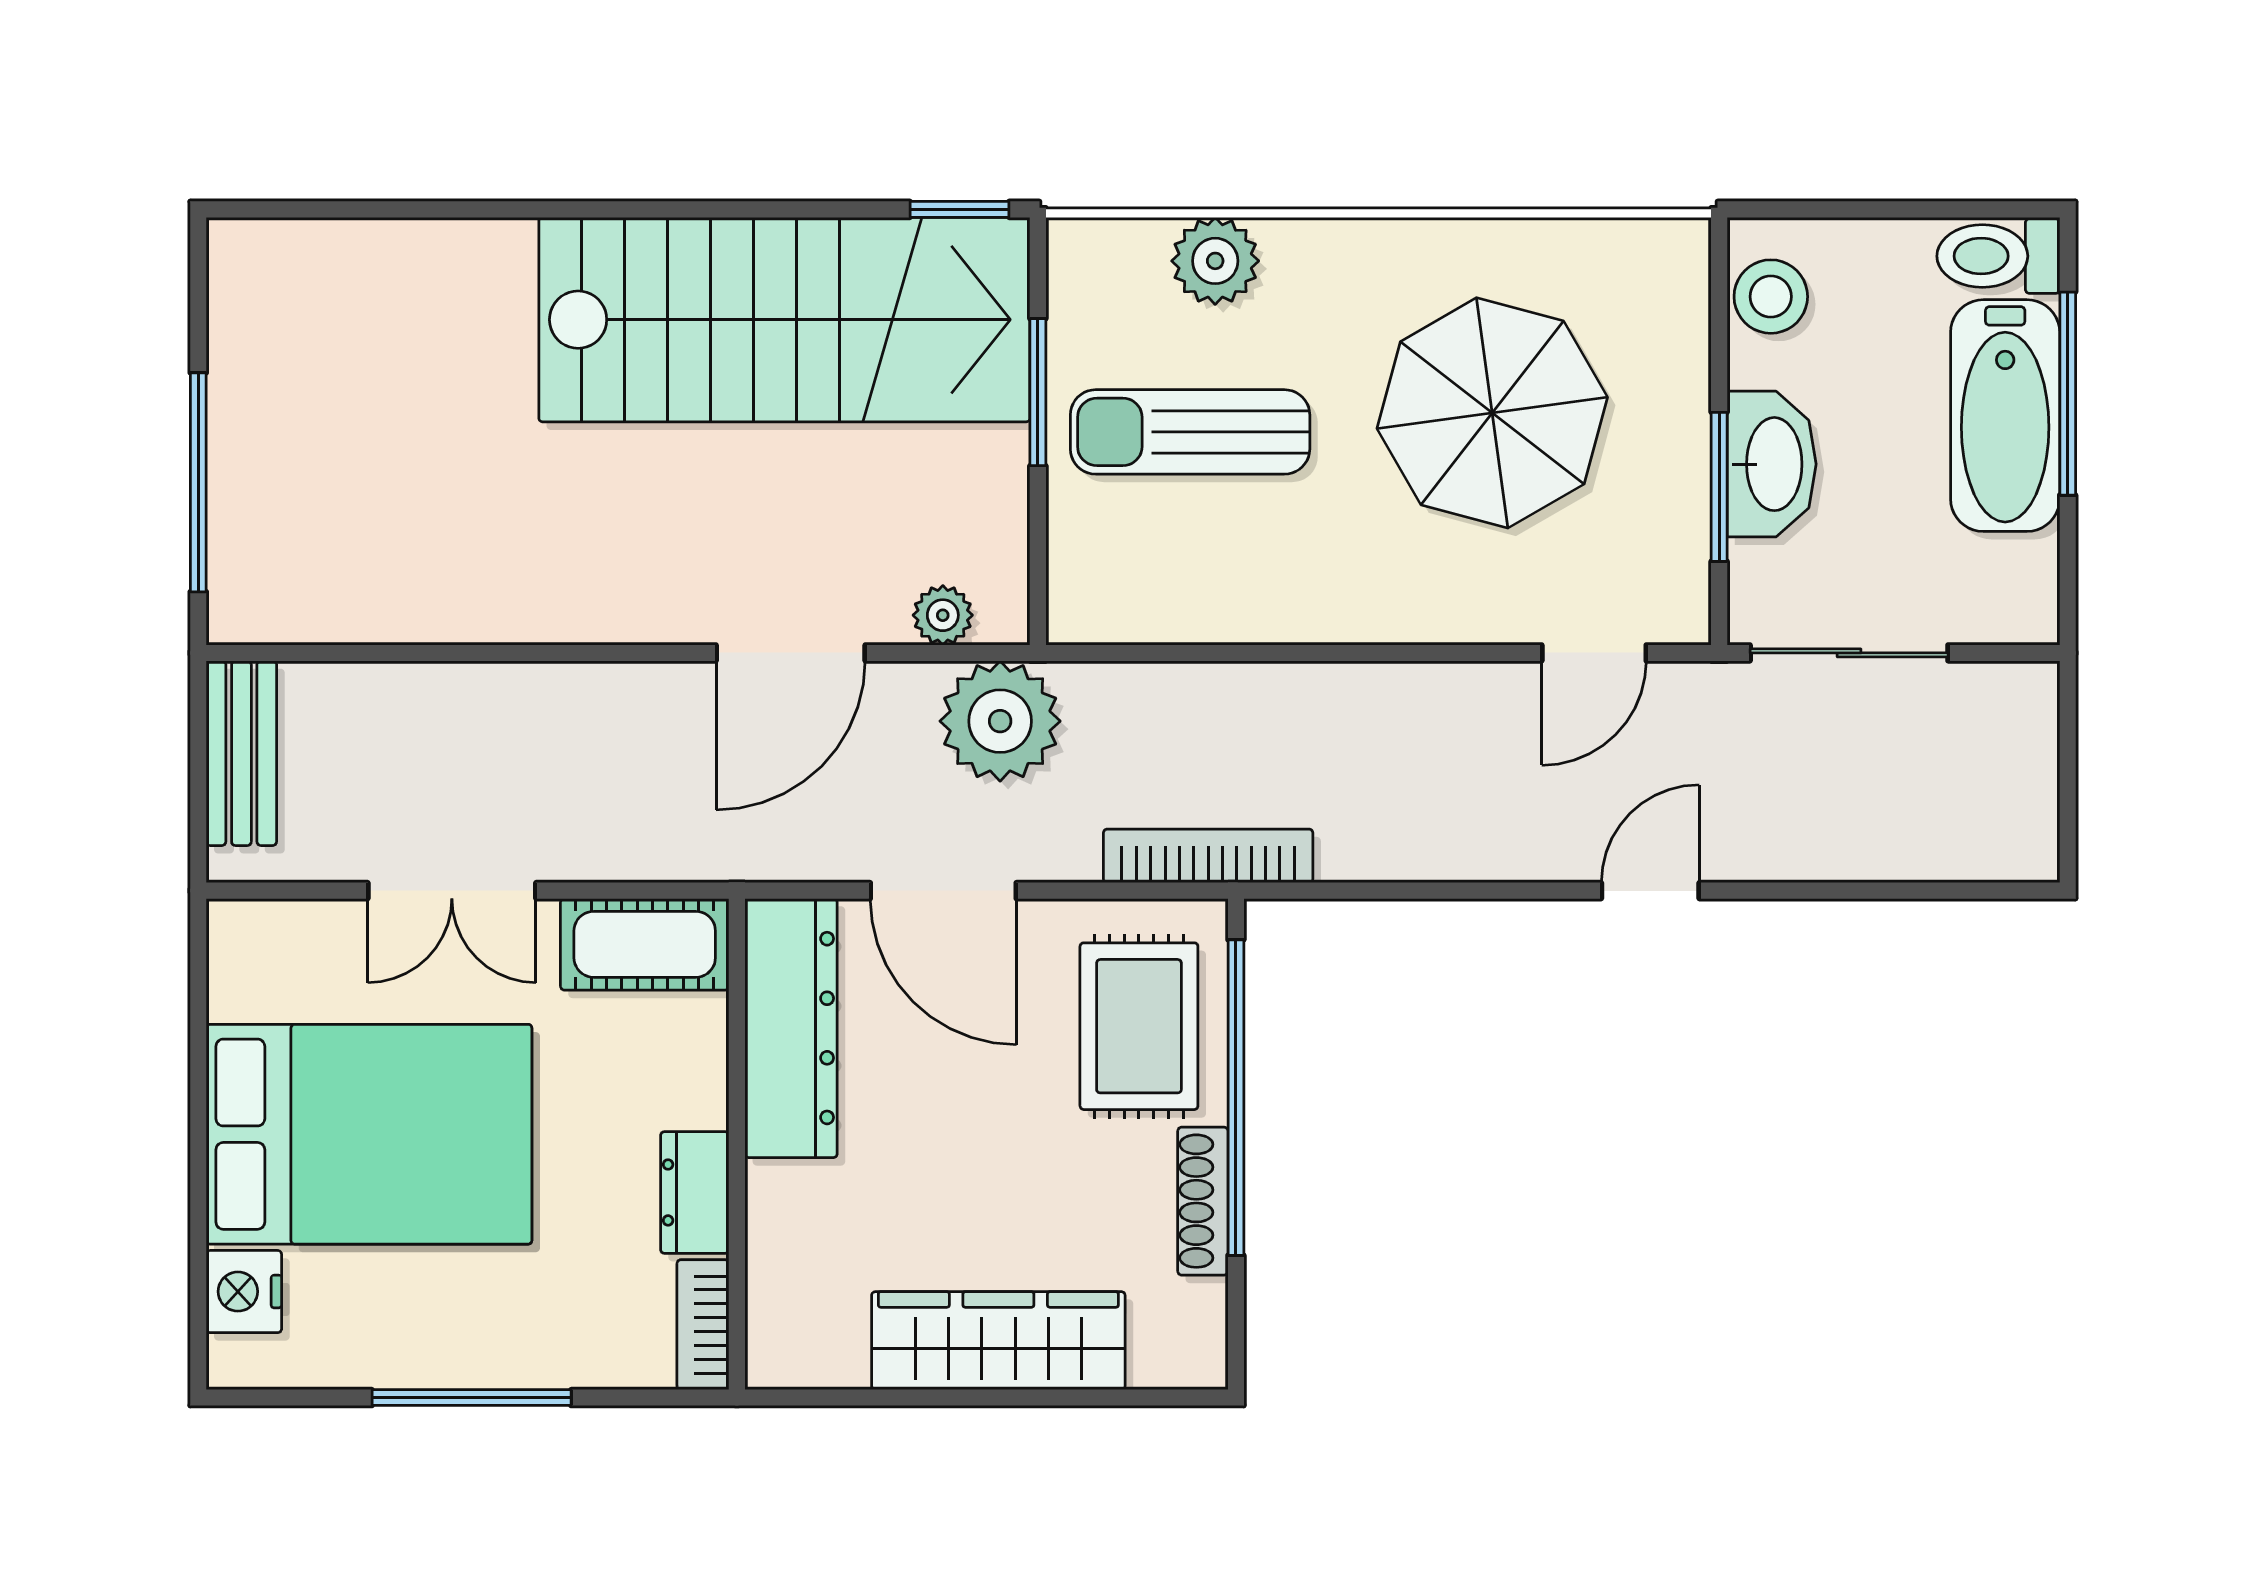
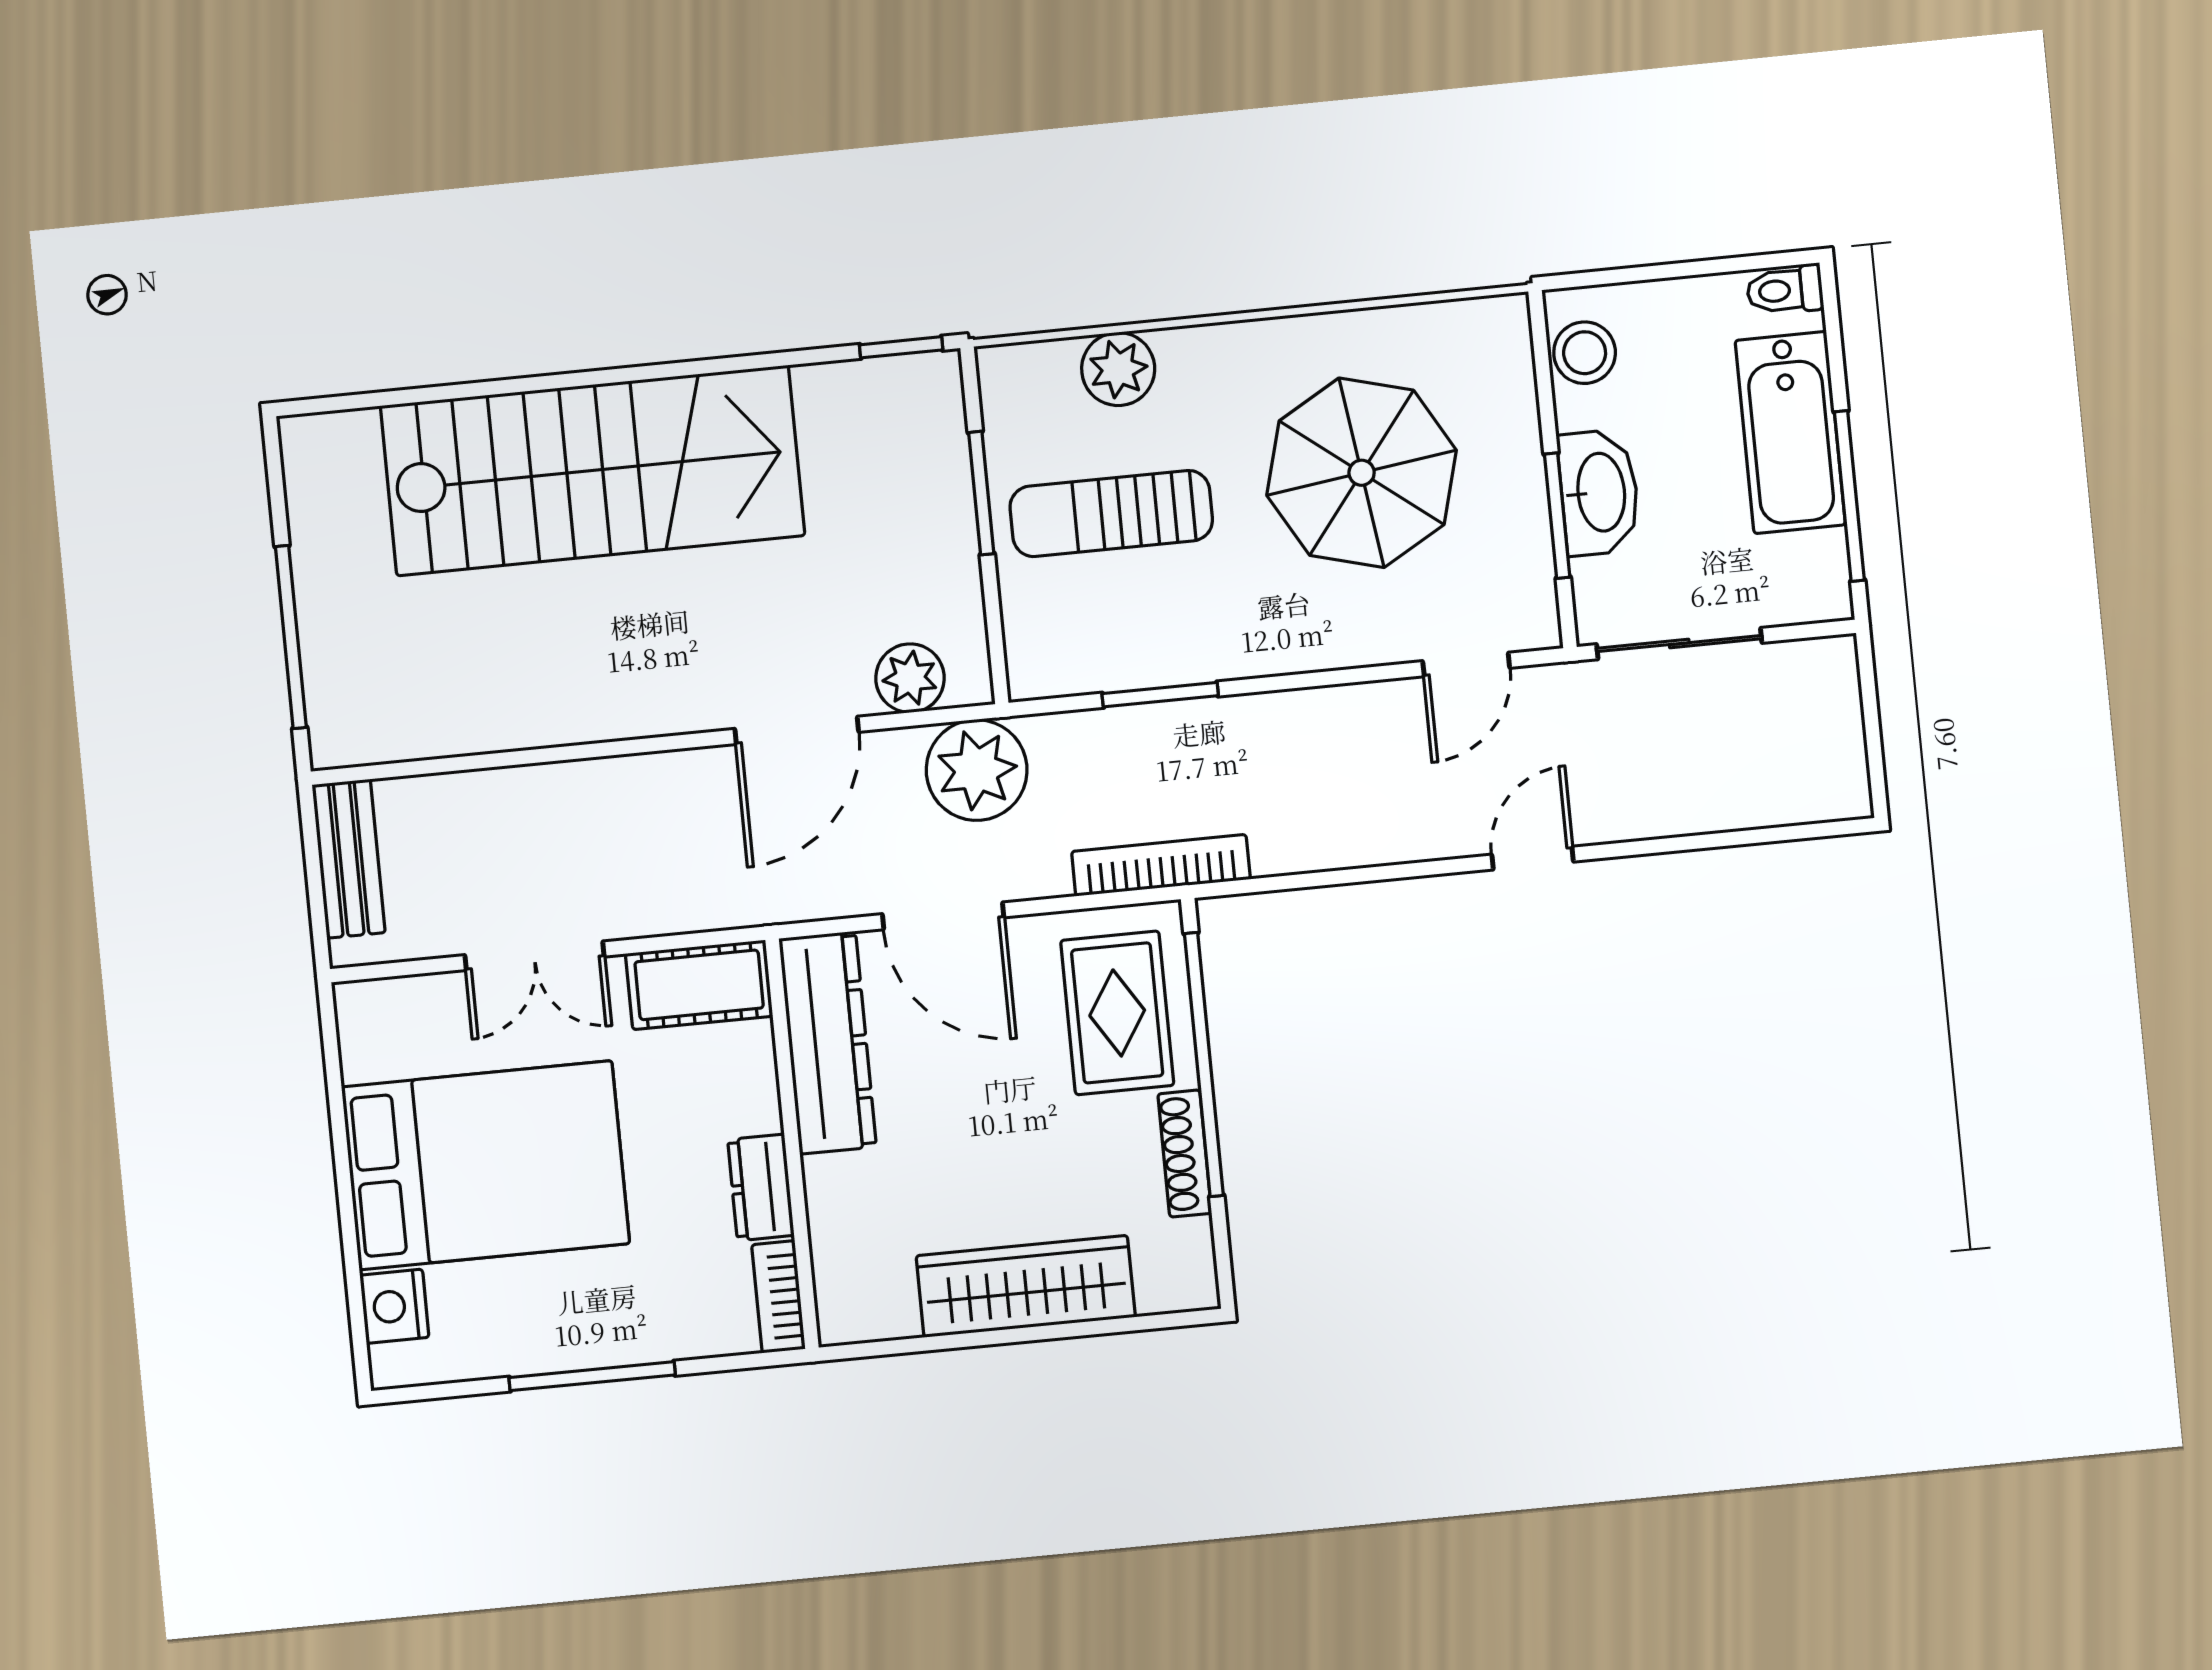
toilet: (1998, 256) -> (1785, 290), width x0.73, depth x0.72
stairs: (784, 320) -> (592, 471), moved
window: (2068, 394) -> (1849, 496), moved
plant: (943, 615) -> (910, 678), width x1.38, depth x1.38
window: (1227, 653) -> (1160, 695), added

